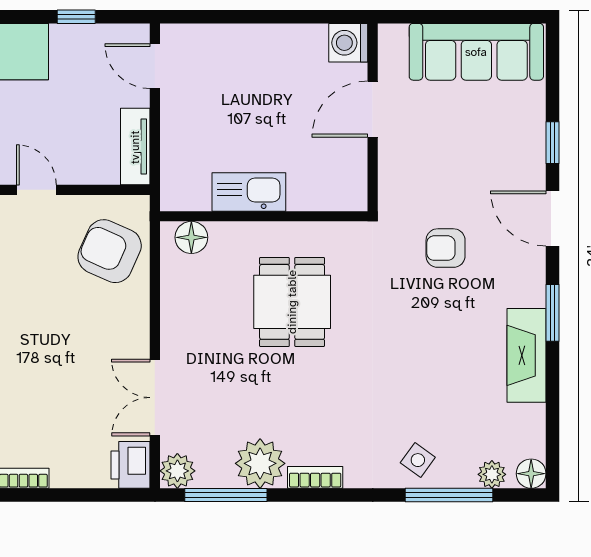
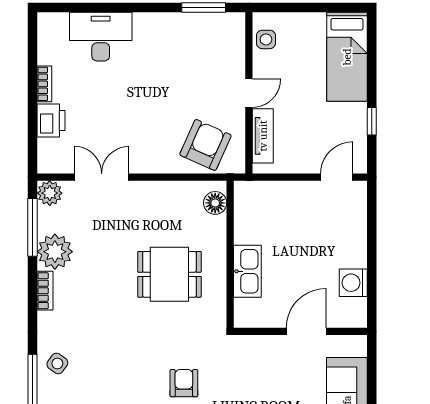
washing machine: (348, 43) -> (353, 283), moved, turned -90
door: (373, 109) -> (306, 331), hinge flipped
tv unit: (135, 147) -> (263, 136), moved, turned 90
kitchen sink: (249, 192) -> (247, 271), moved
armchair: (446, 248) -> (184, 383), moved
printer: (131, 465) -> (51, 121), moved, turned 90

